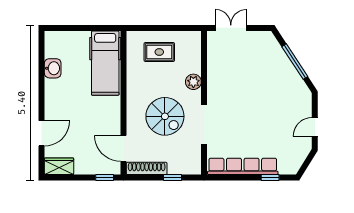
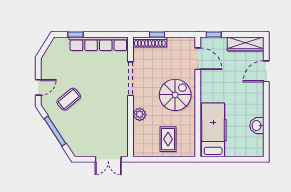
rug: (159, 52) -> (168, 139), turned 90
coffee table: (278, 100) -> (69, 99), added
spiral stairs: (165, 116) -> (175, 95), moved, turned 90
door: (315, 127) -> (38, 87), moved
wardrobe: (59, 166) -> (246, 44), width x1.50
shoe rack: (147, 168) -> (150, 42), moved

